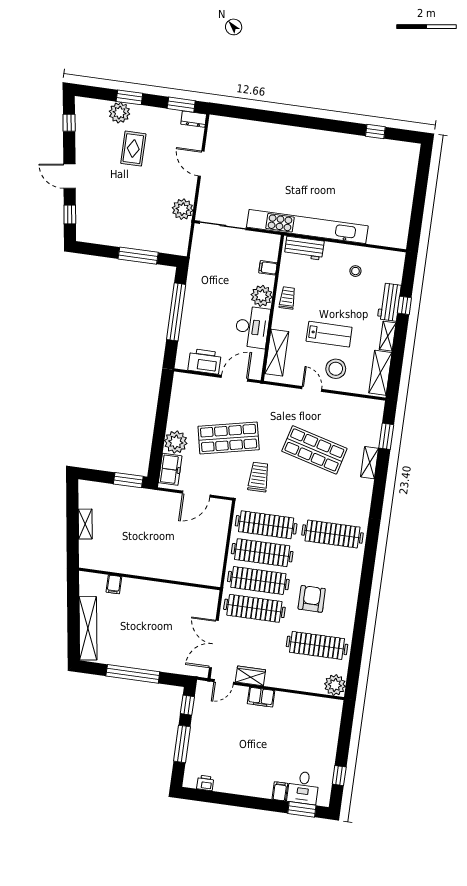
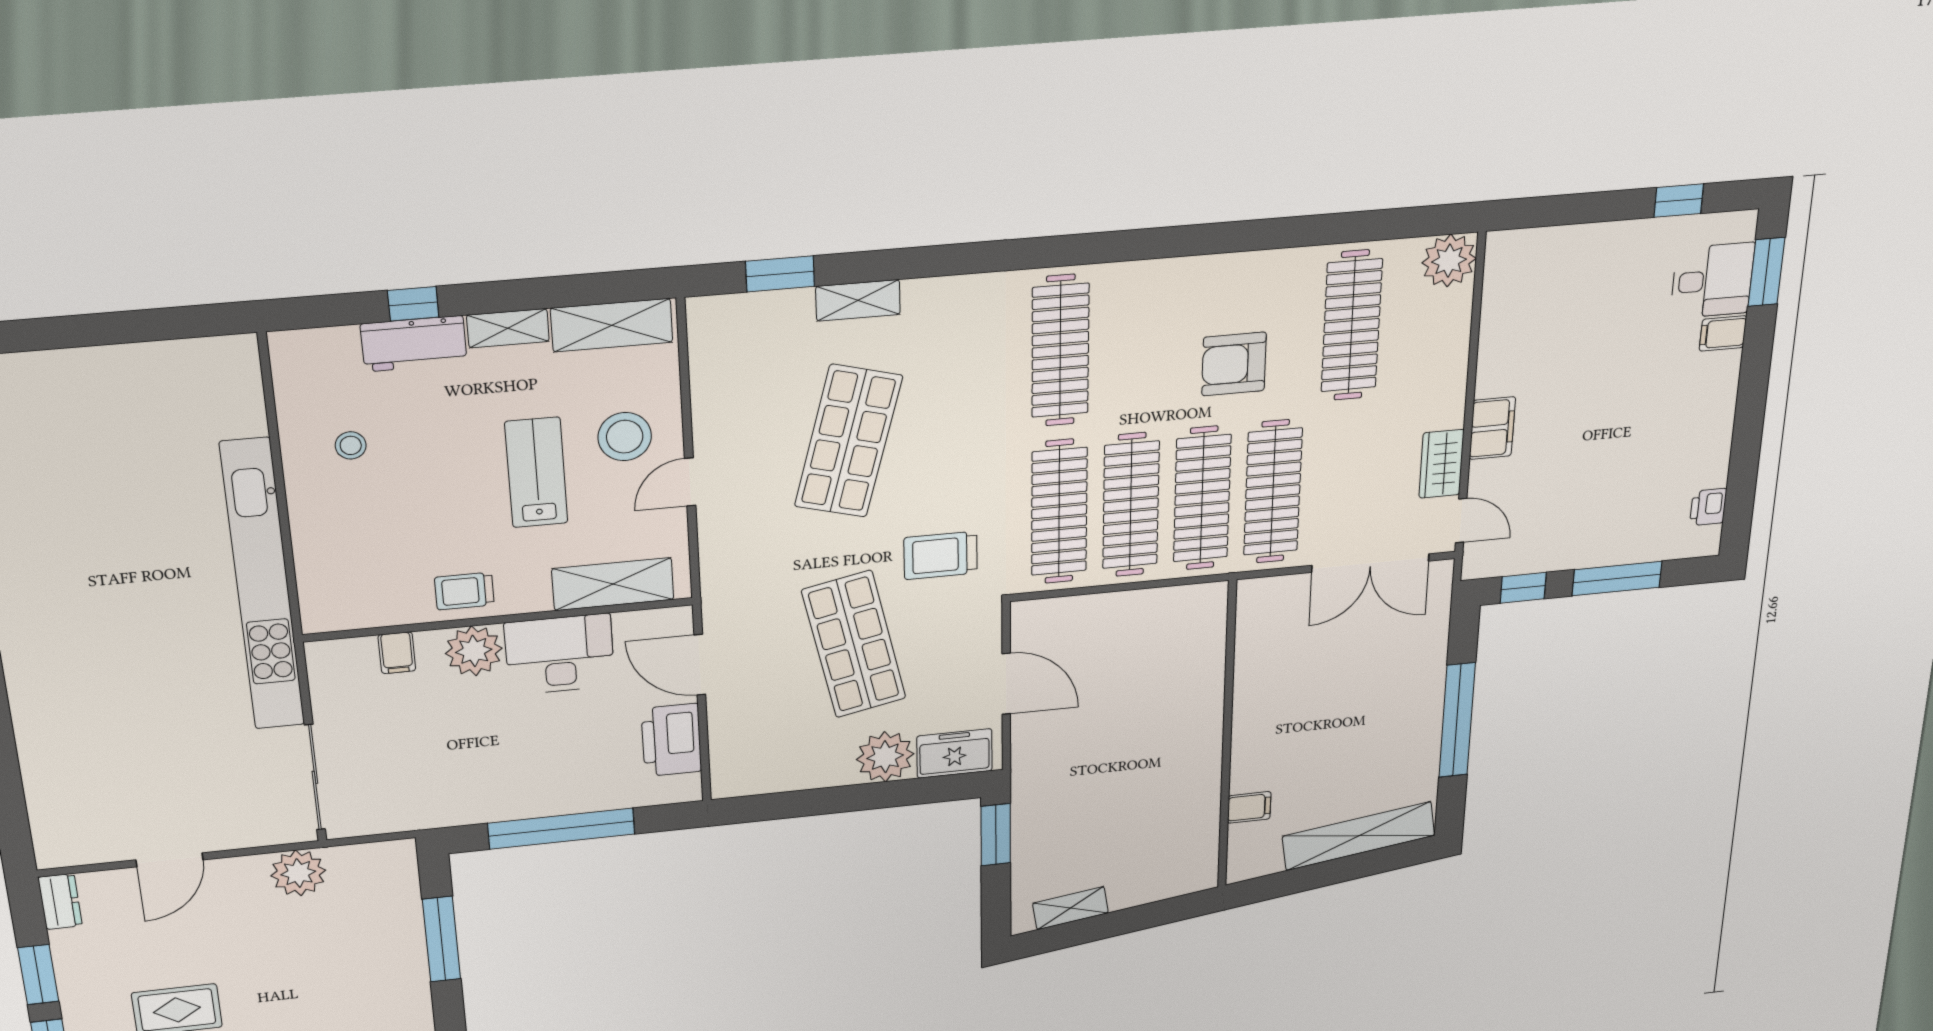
window: (181, 105) -> (38, 975), moved
workbench: (304, 248) -> (322, 581), removed
shelving: (85, 524) -> (1070, 908), moved

